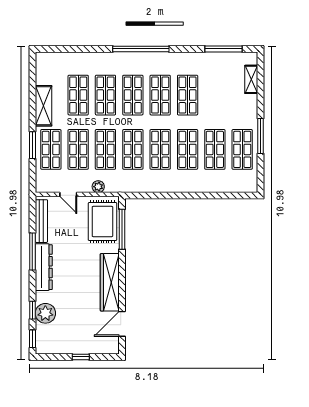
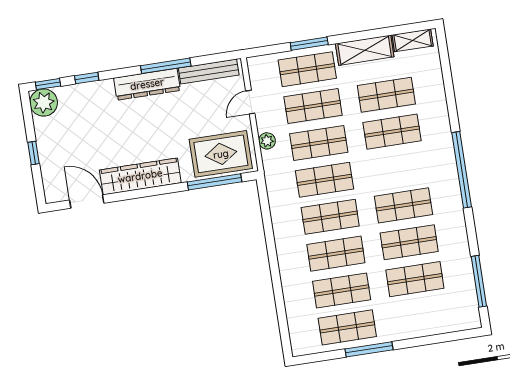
shelving: (251, 79) -> (413, 40), moved
shop shelf: (133, 95) -> (415, 279), moved
plant: (45, 313) -> (44, 103), moved

